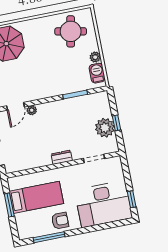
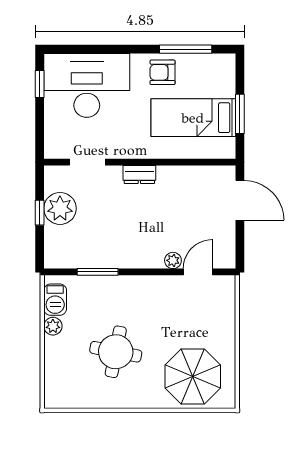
round table: (71, 31) -> (116, 352), moved

